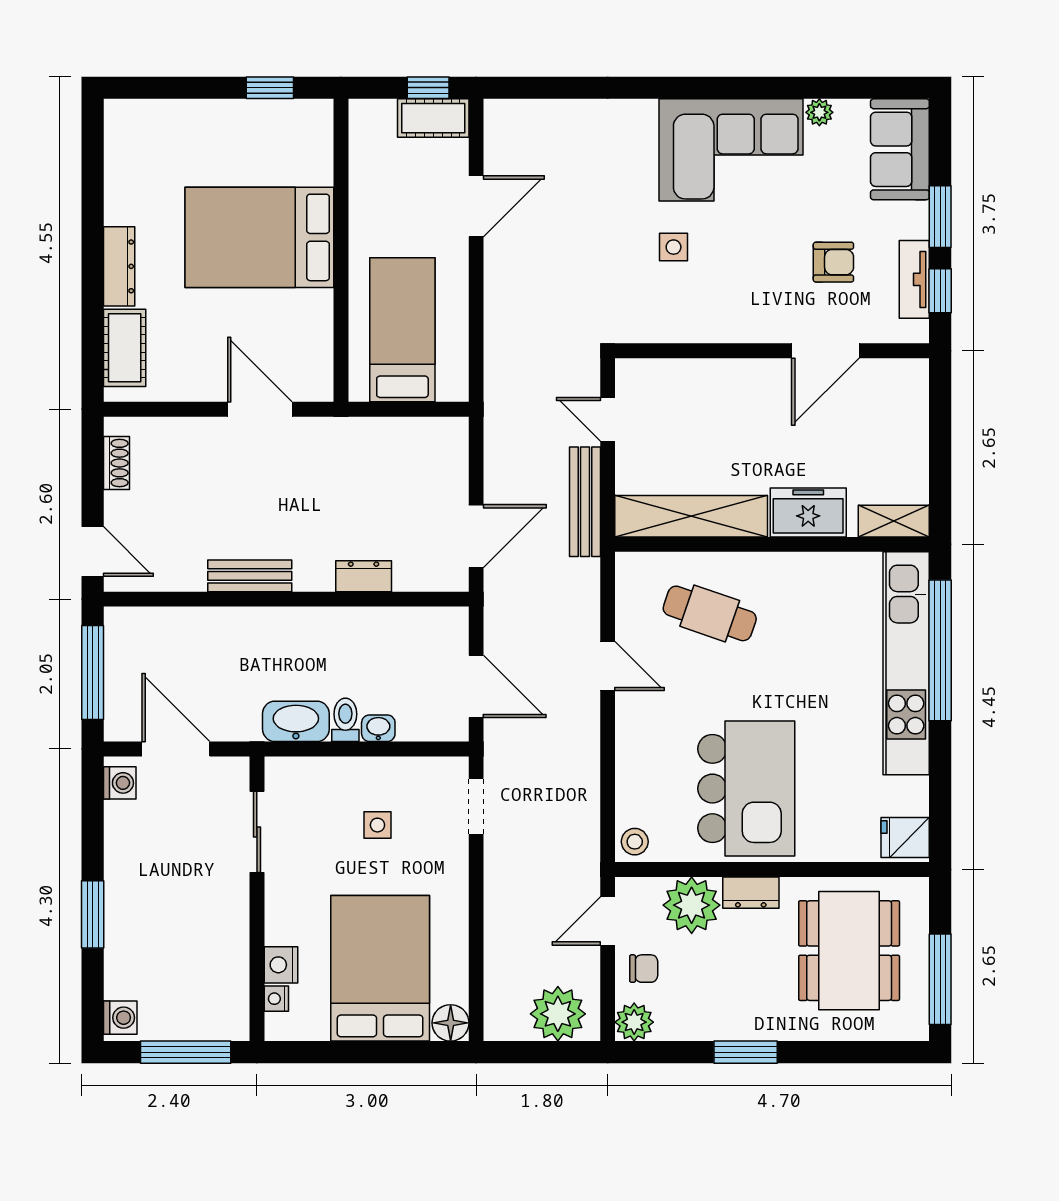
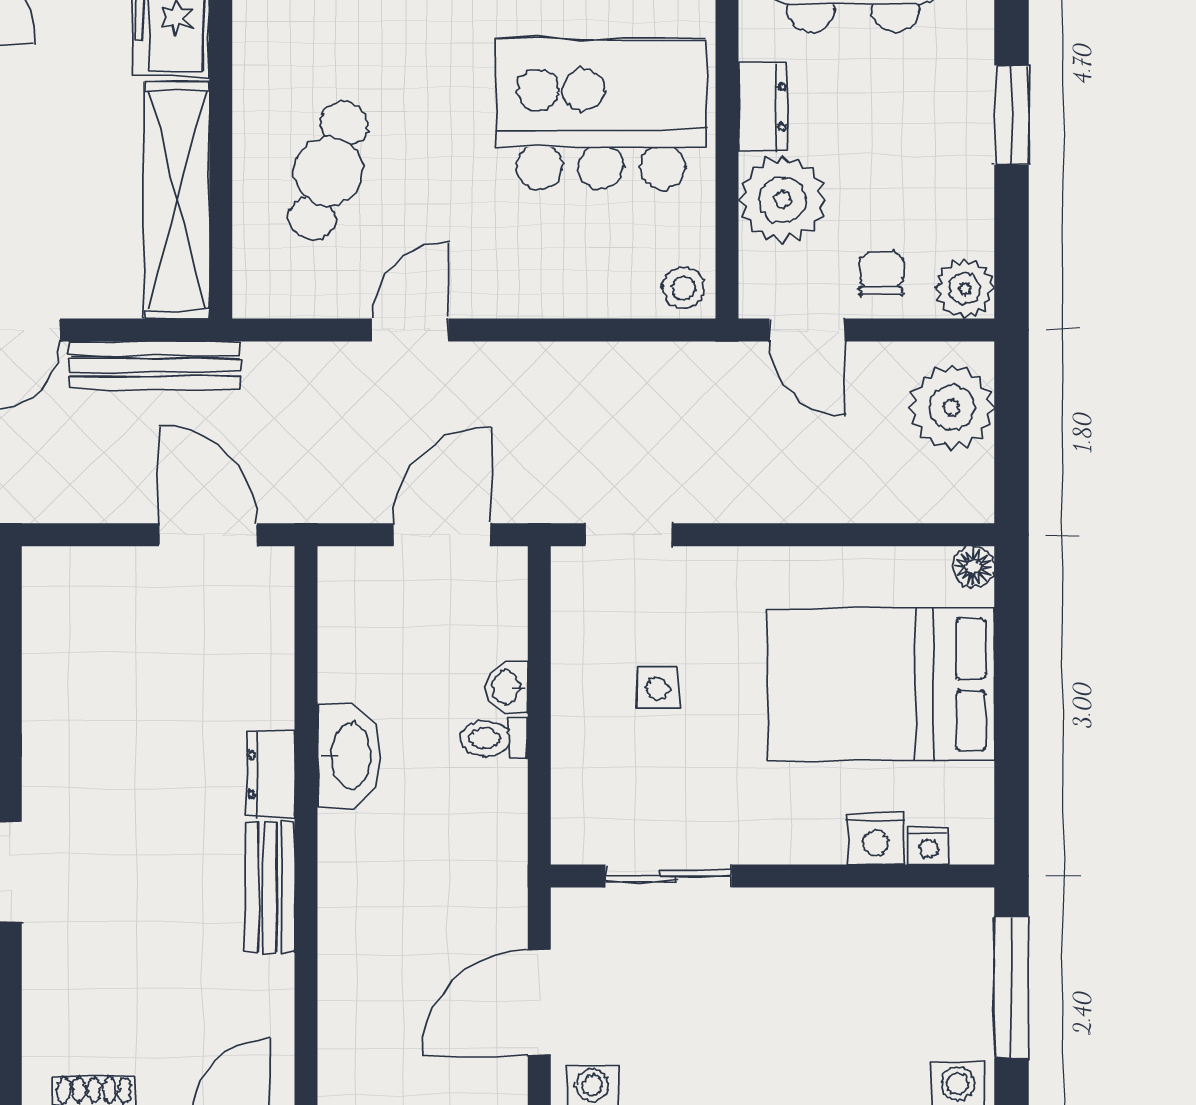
dresser: (364, 576) -> (270, 774), moved
washbasin: (296, 721) -> (349, 756), moved, turned 180
floor lamp: (451, 1023) -> (974, 567), width x0.73, depth x0.73

